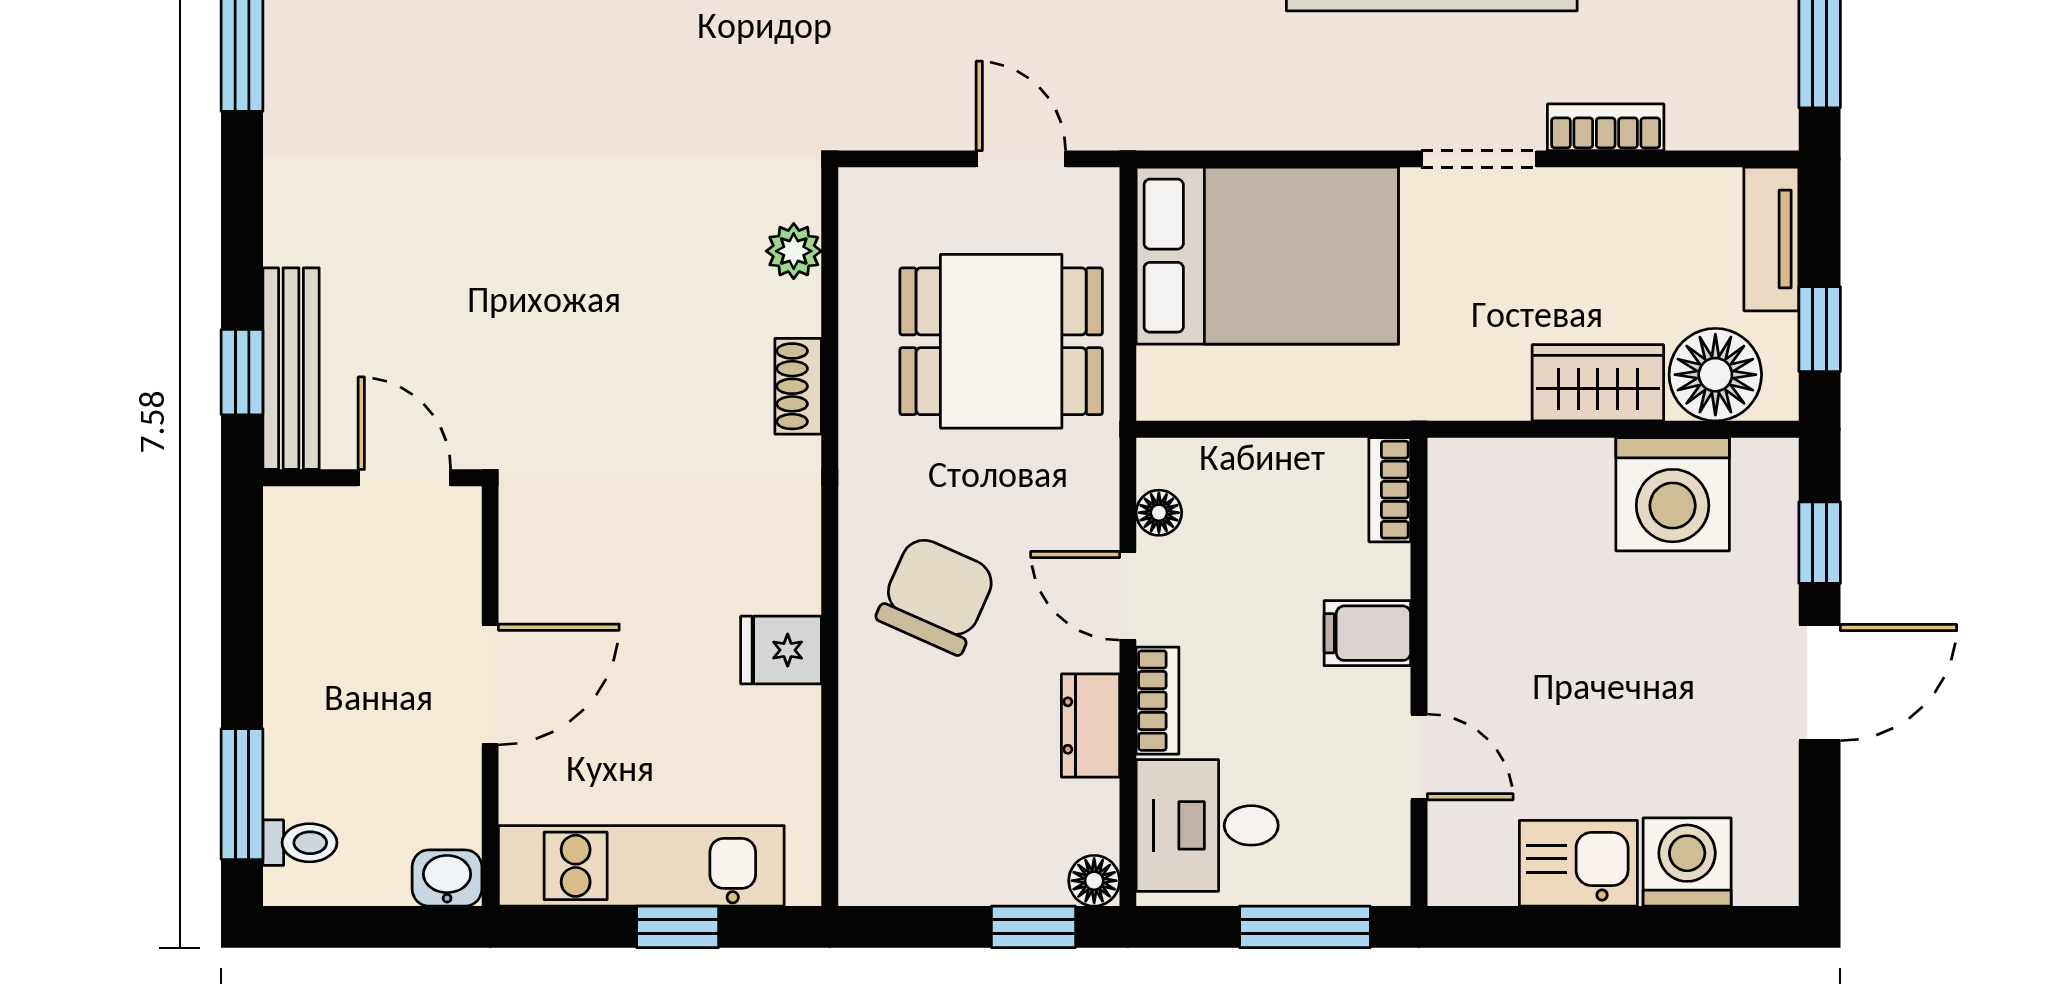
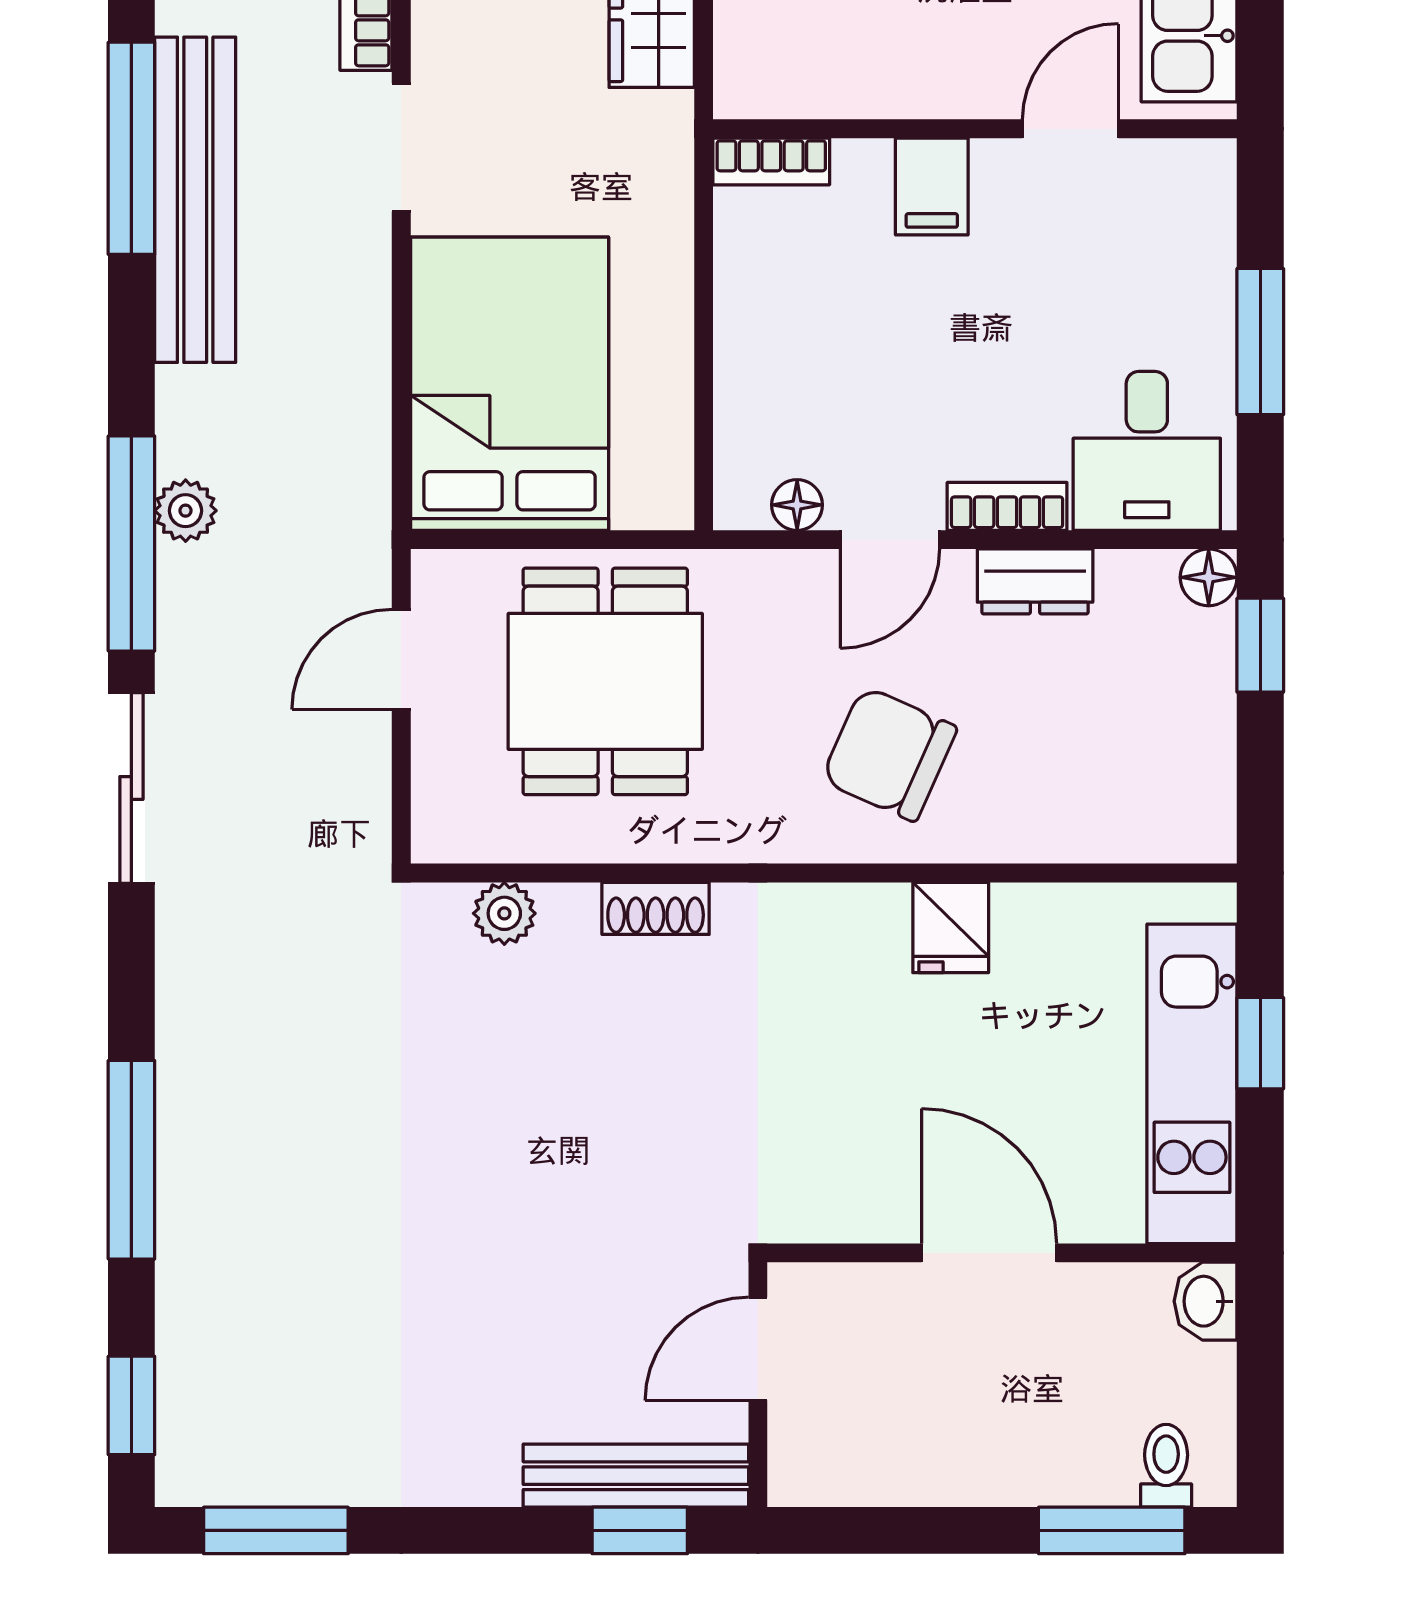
bookcase: (1390, 490) -> (771, 161), moved
filing cabinet: (1367, 633) -> (932, 187), moved
wall: (1419, 672) -> (975, 129), moved
door: (1419, 757) -> (1070, 129), moved

